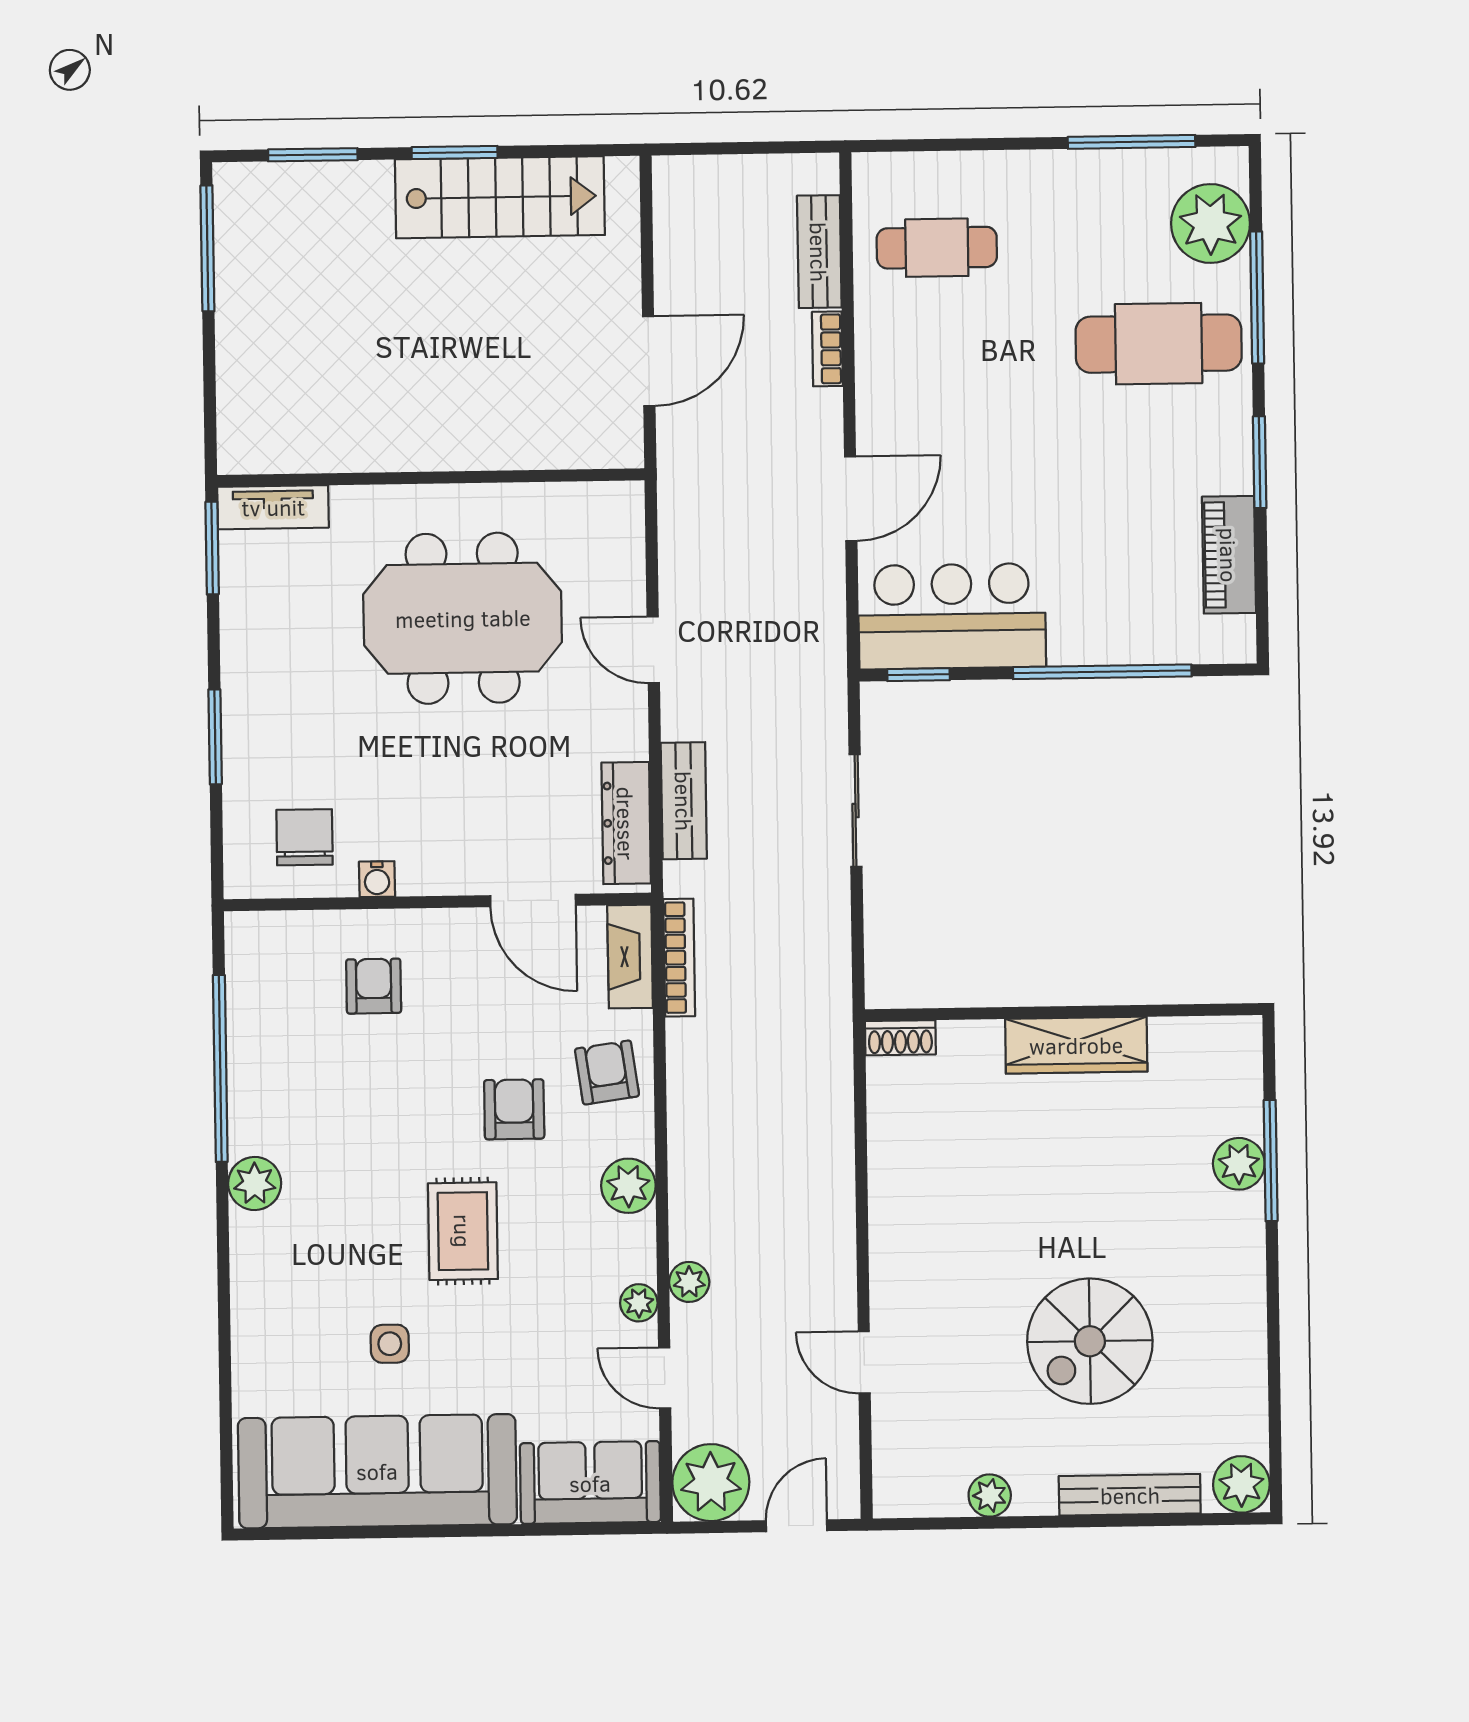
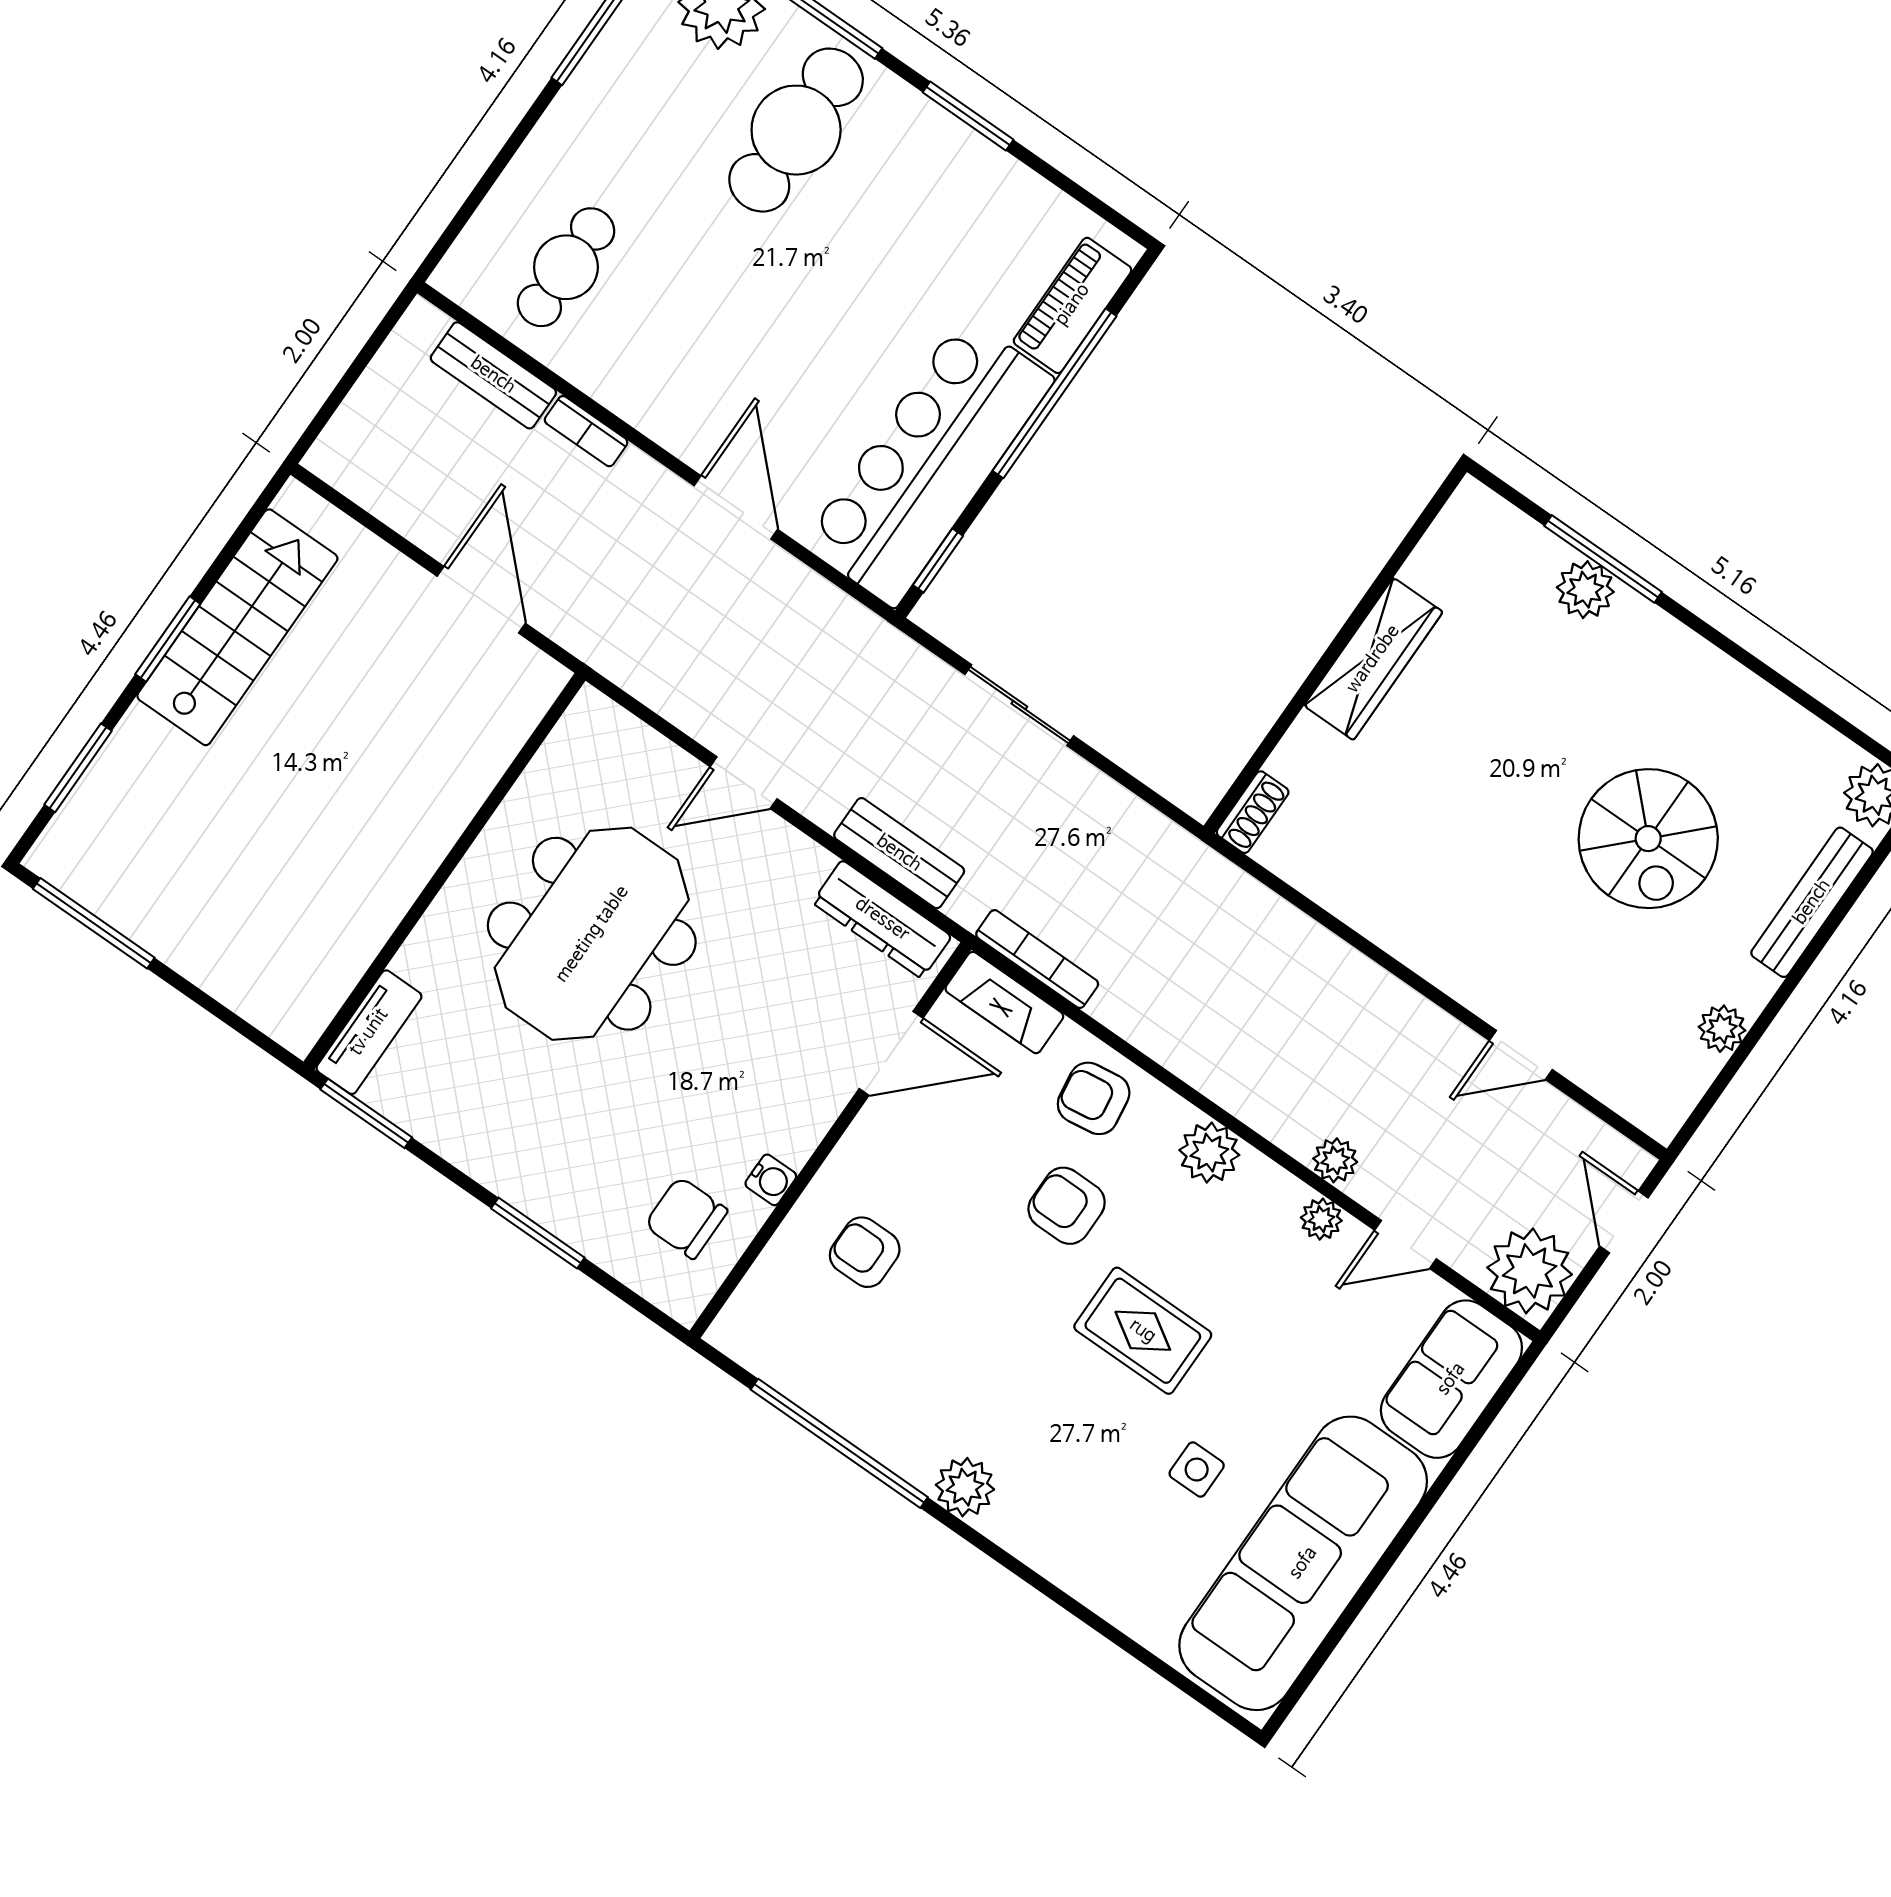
piano: (1229, 555) -> (1072, 305), moved, turned 90
bar counter: (952, 616) -> (929, 462), width x1.36

